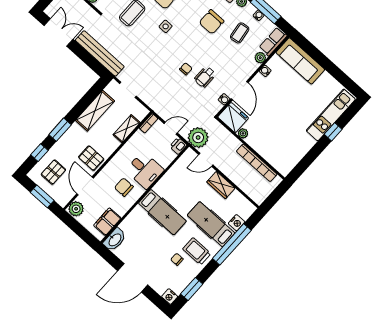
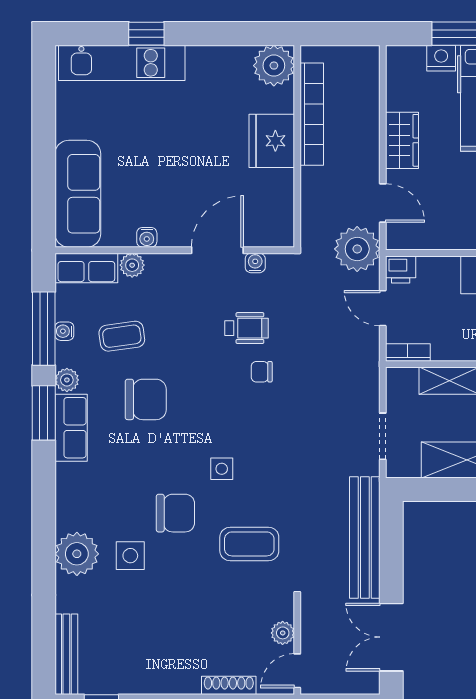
fridge: (233, 118) -> (272, 141), moved
plant: (243, 133) -> (274, 66), moved, width x1.87, depth x1.87

